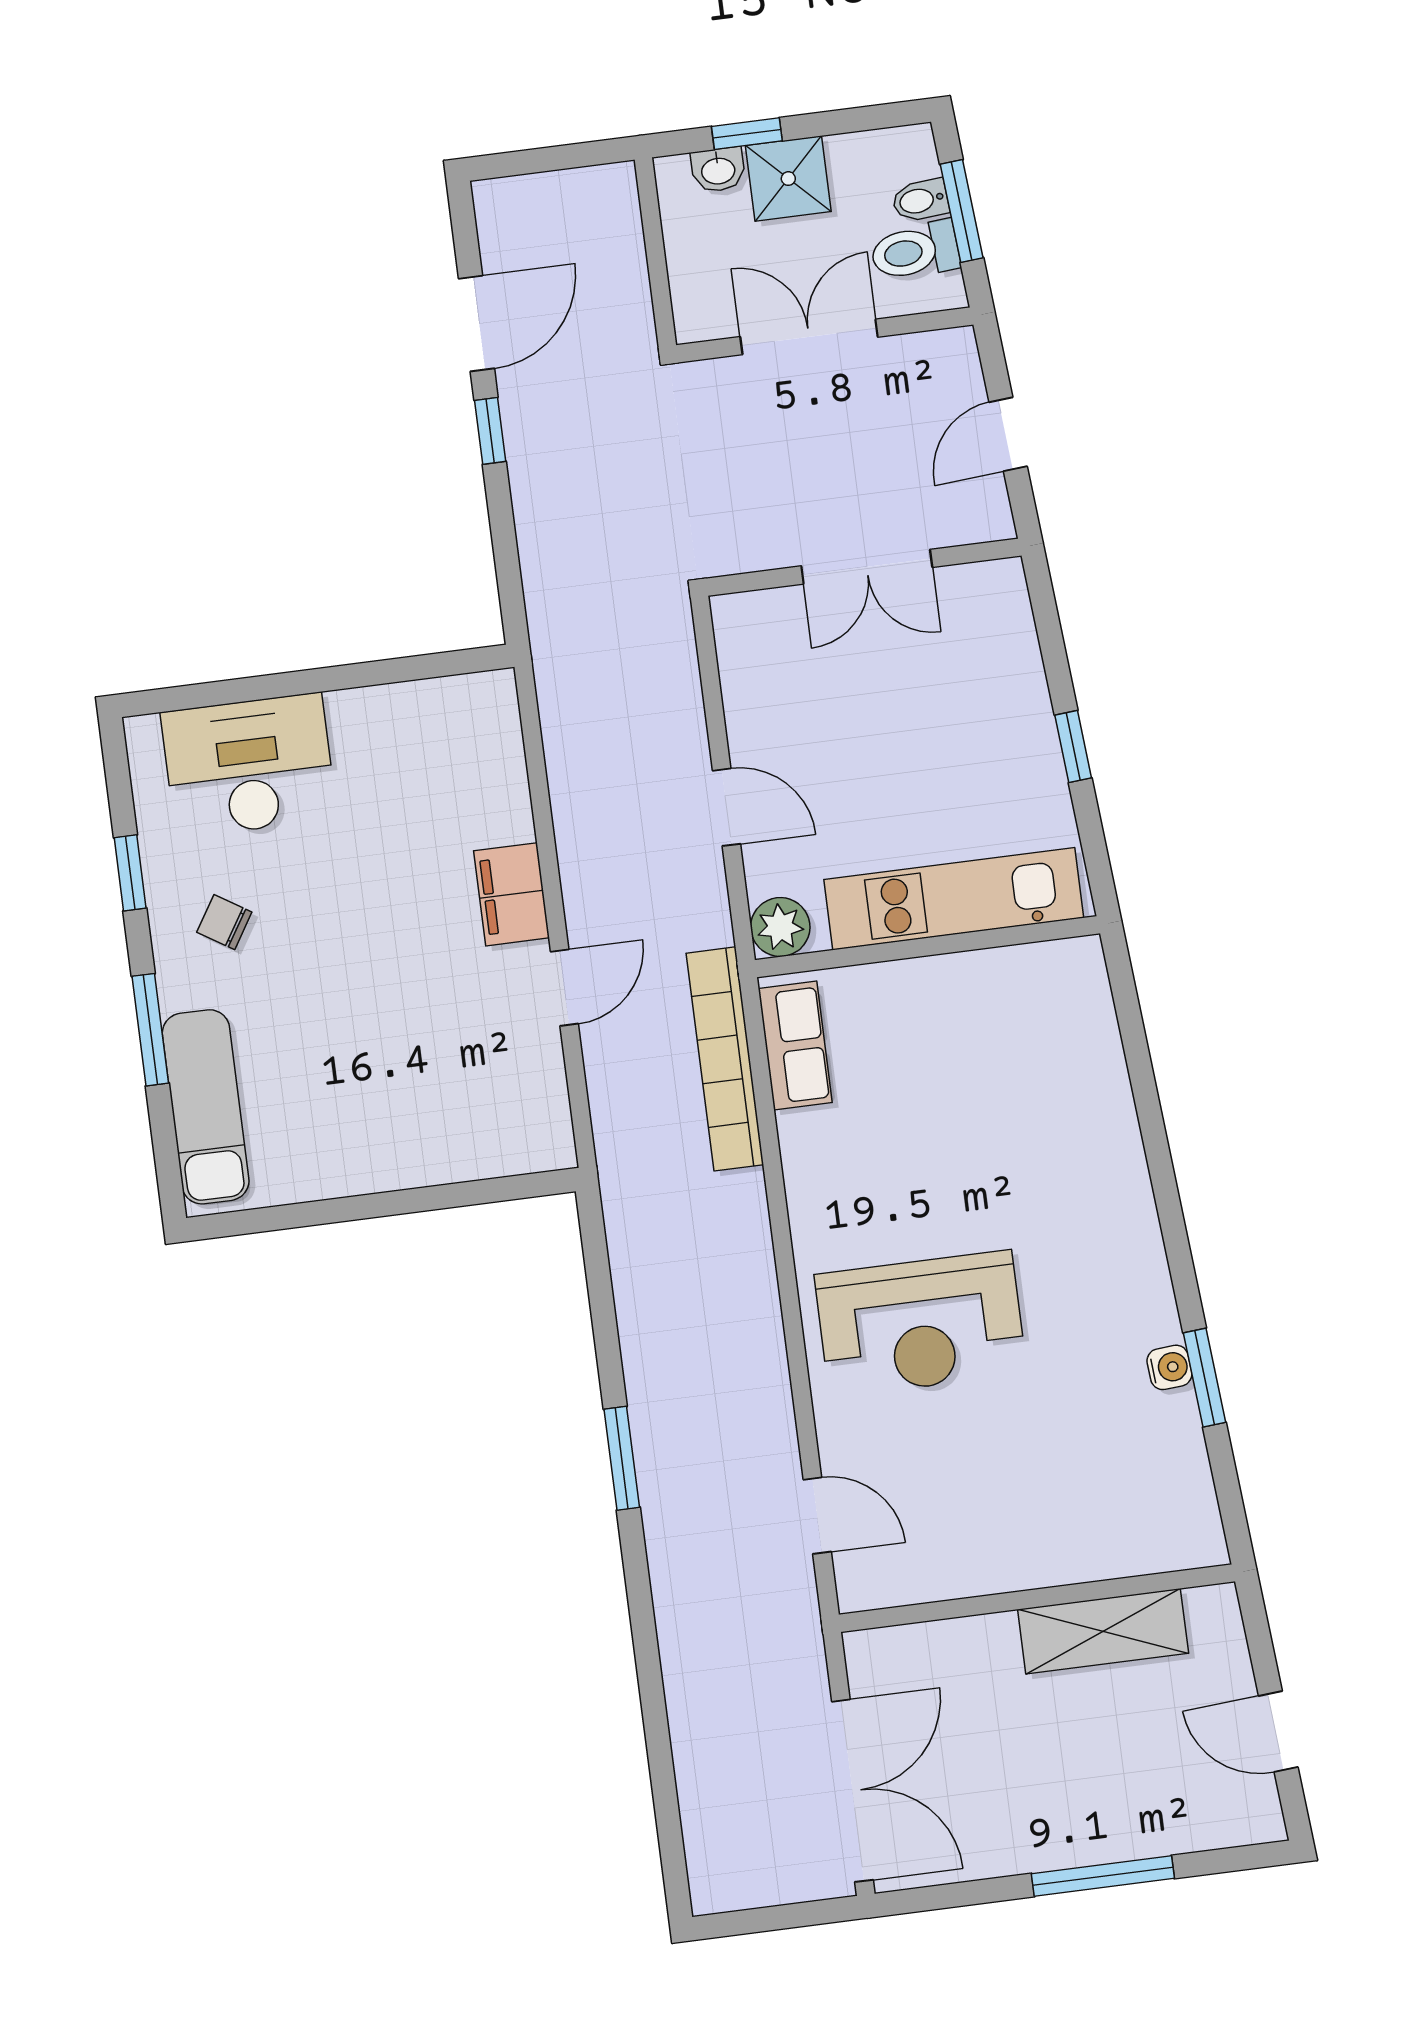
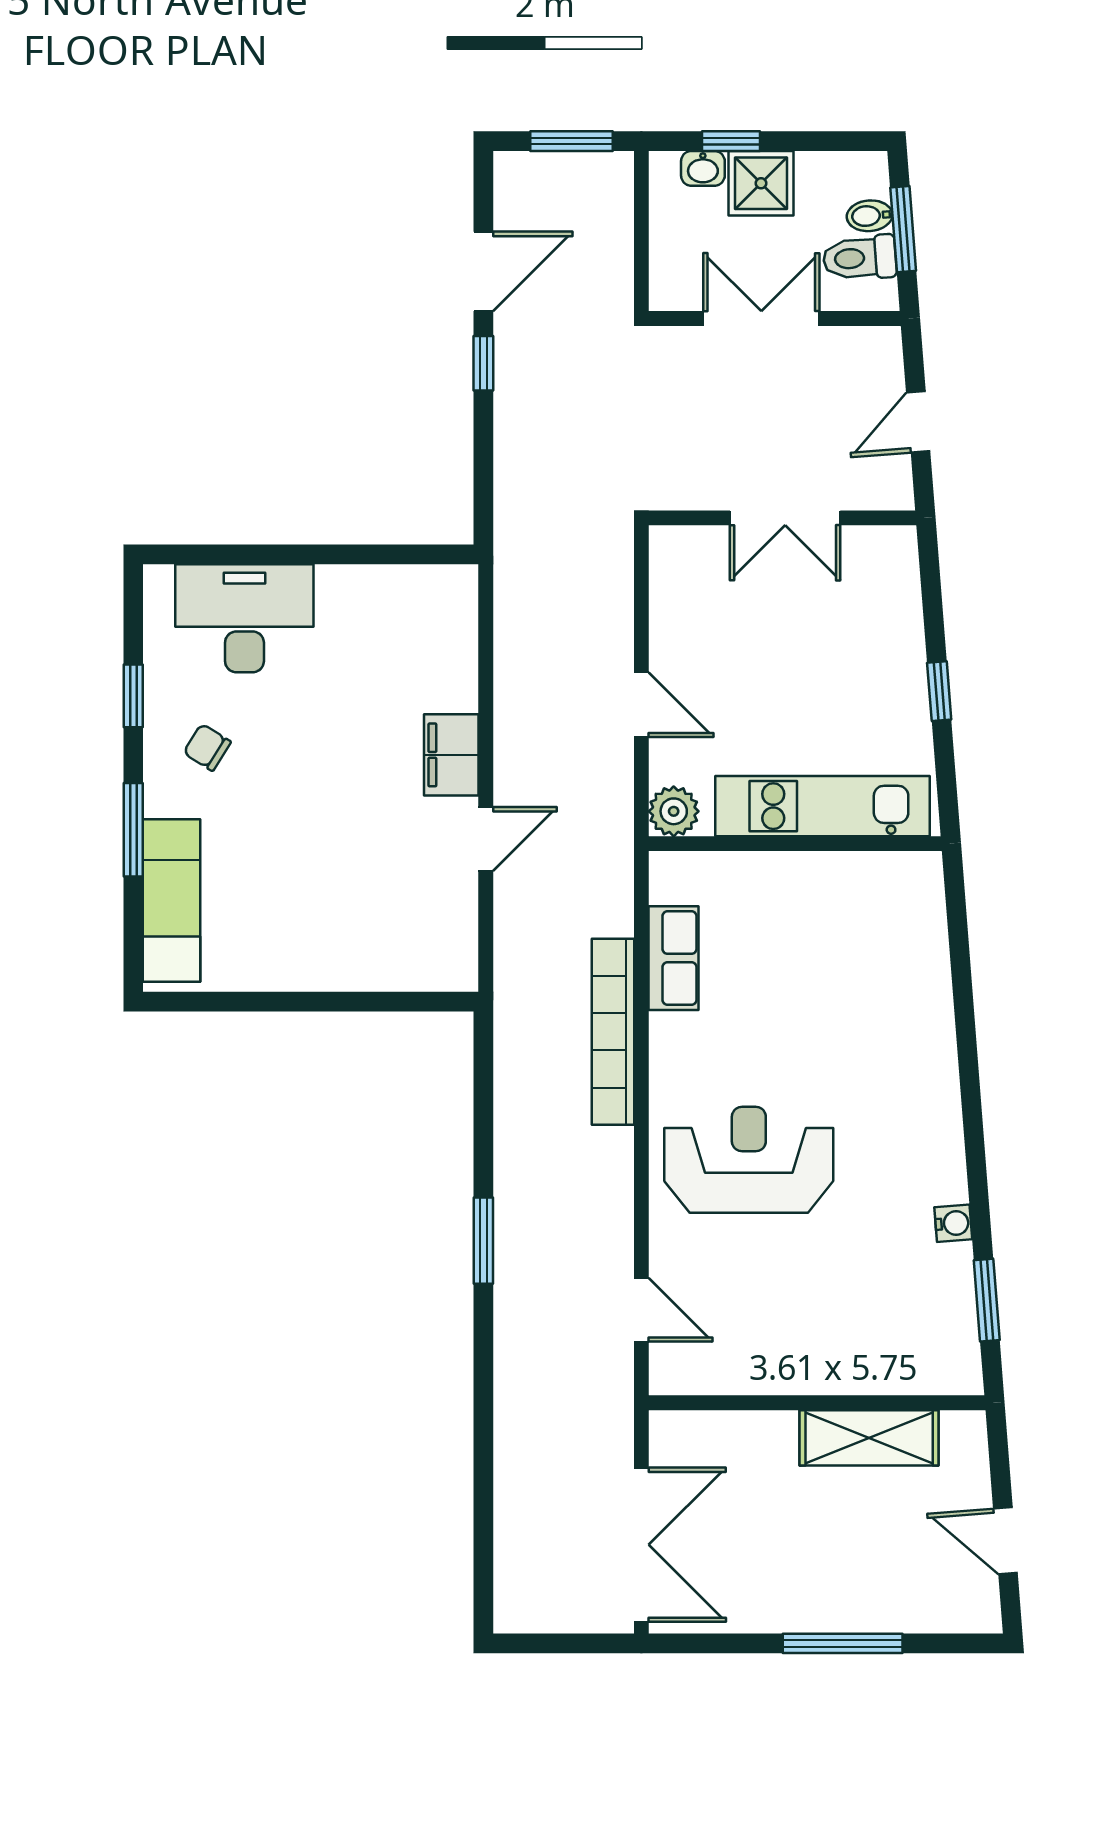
window: (560, 158) -> (571, 141), added
row of seats: (795, 1046) -> (674, 958), moved
bookcase: (725, 1059) -> (613, 1032), moved
reception desk: (921, 1324) -> (749, 1160), turned 180
window: (1205, 1378) -> (987, 1300), moved

